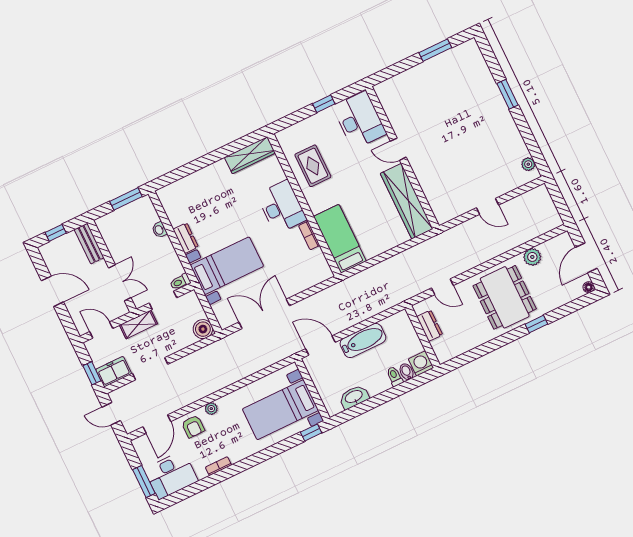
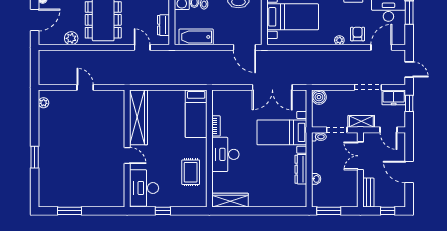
dresser: (186, 238) -> (301, 169), width x1.44
bathtub: (363, 340) -> (196, 37), moved

